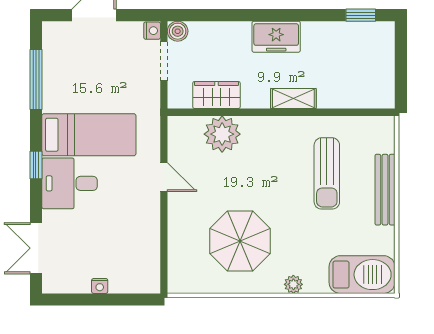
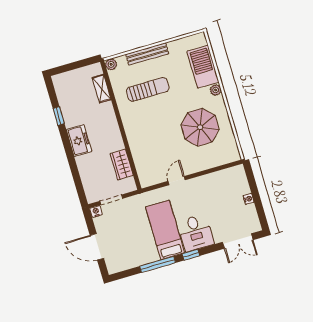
window: (361, 15) -> (59, 116), moved
boiler: (178, 31) -> (92, 197), removed
window: (36, 79) -> (158, 264), moved
shelving: (293, 99) -> (102, 89), moved
plant: (222, 134) -> (111, 64), moved, width x0.53, depth x0.53
barbecue: (362, 275) -> (203, 67), moved

